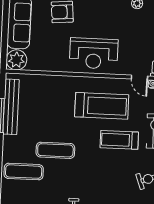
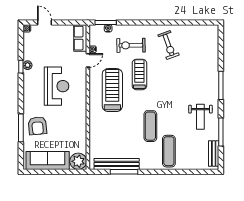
reception desk: (94, 53) -> (57, 86), moved
treadmill: (119, 140) -> (139, 74), turned 180

